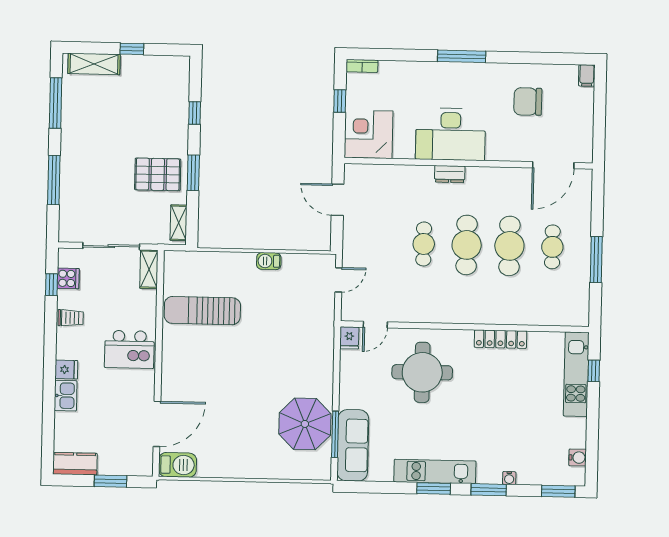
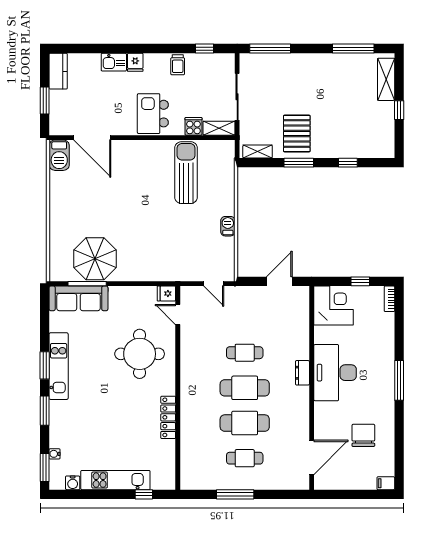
door: (553, 165) -> (312, 457), swing flipped
window: (54, 180) -> (270, 49), moved
cooker: (68, 278) -> (193, 126), moved, turned 180
kitchen unit: (576, 374) -> (115, 480), moved
water cooler: (509, 478) -> (55, 454), moved

